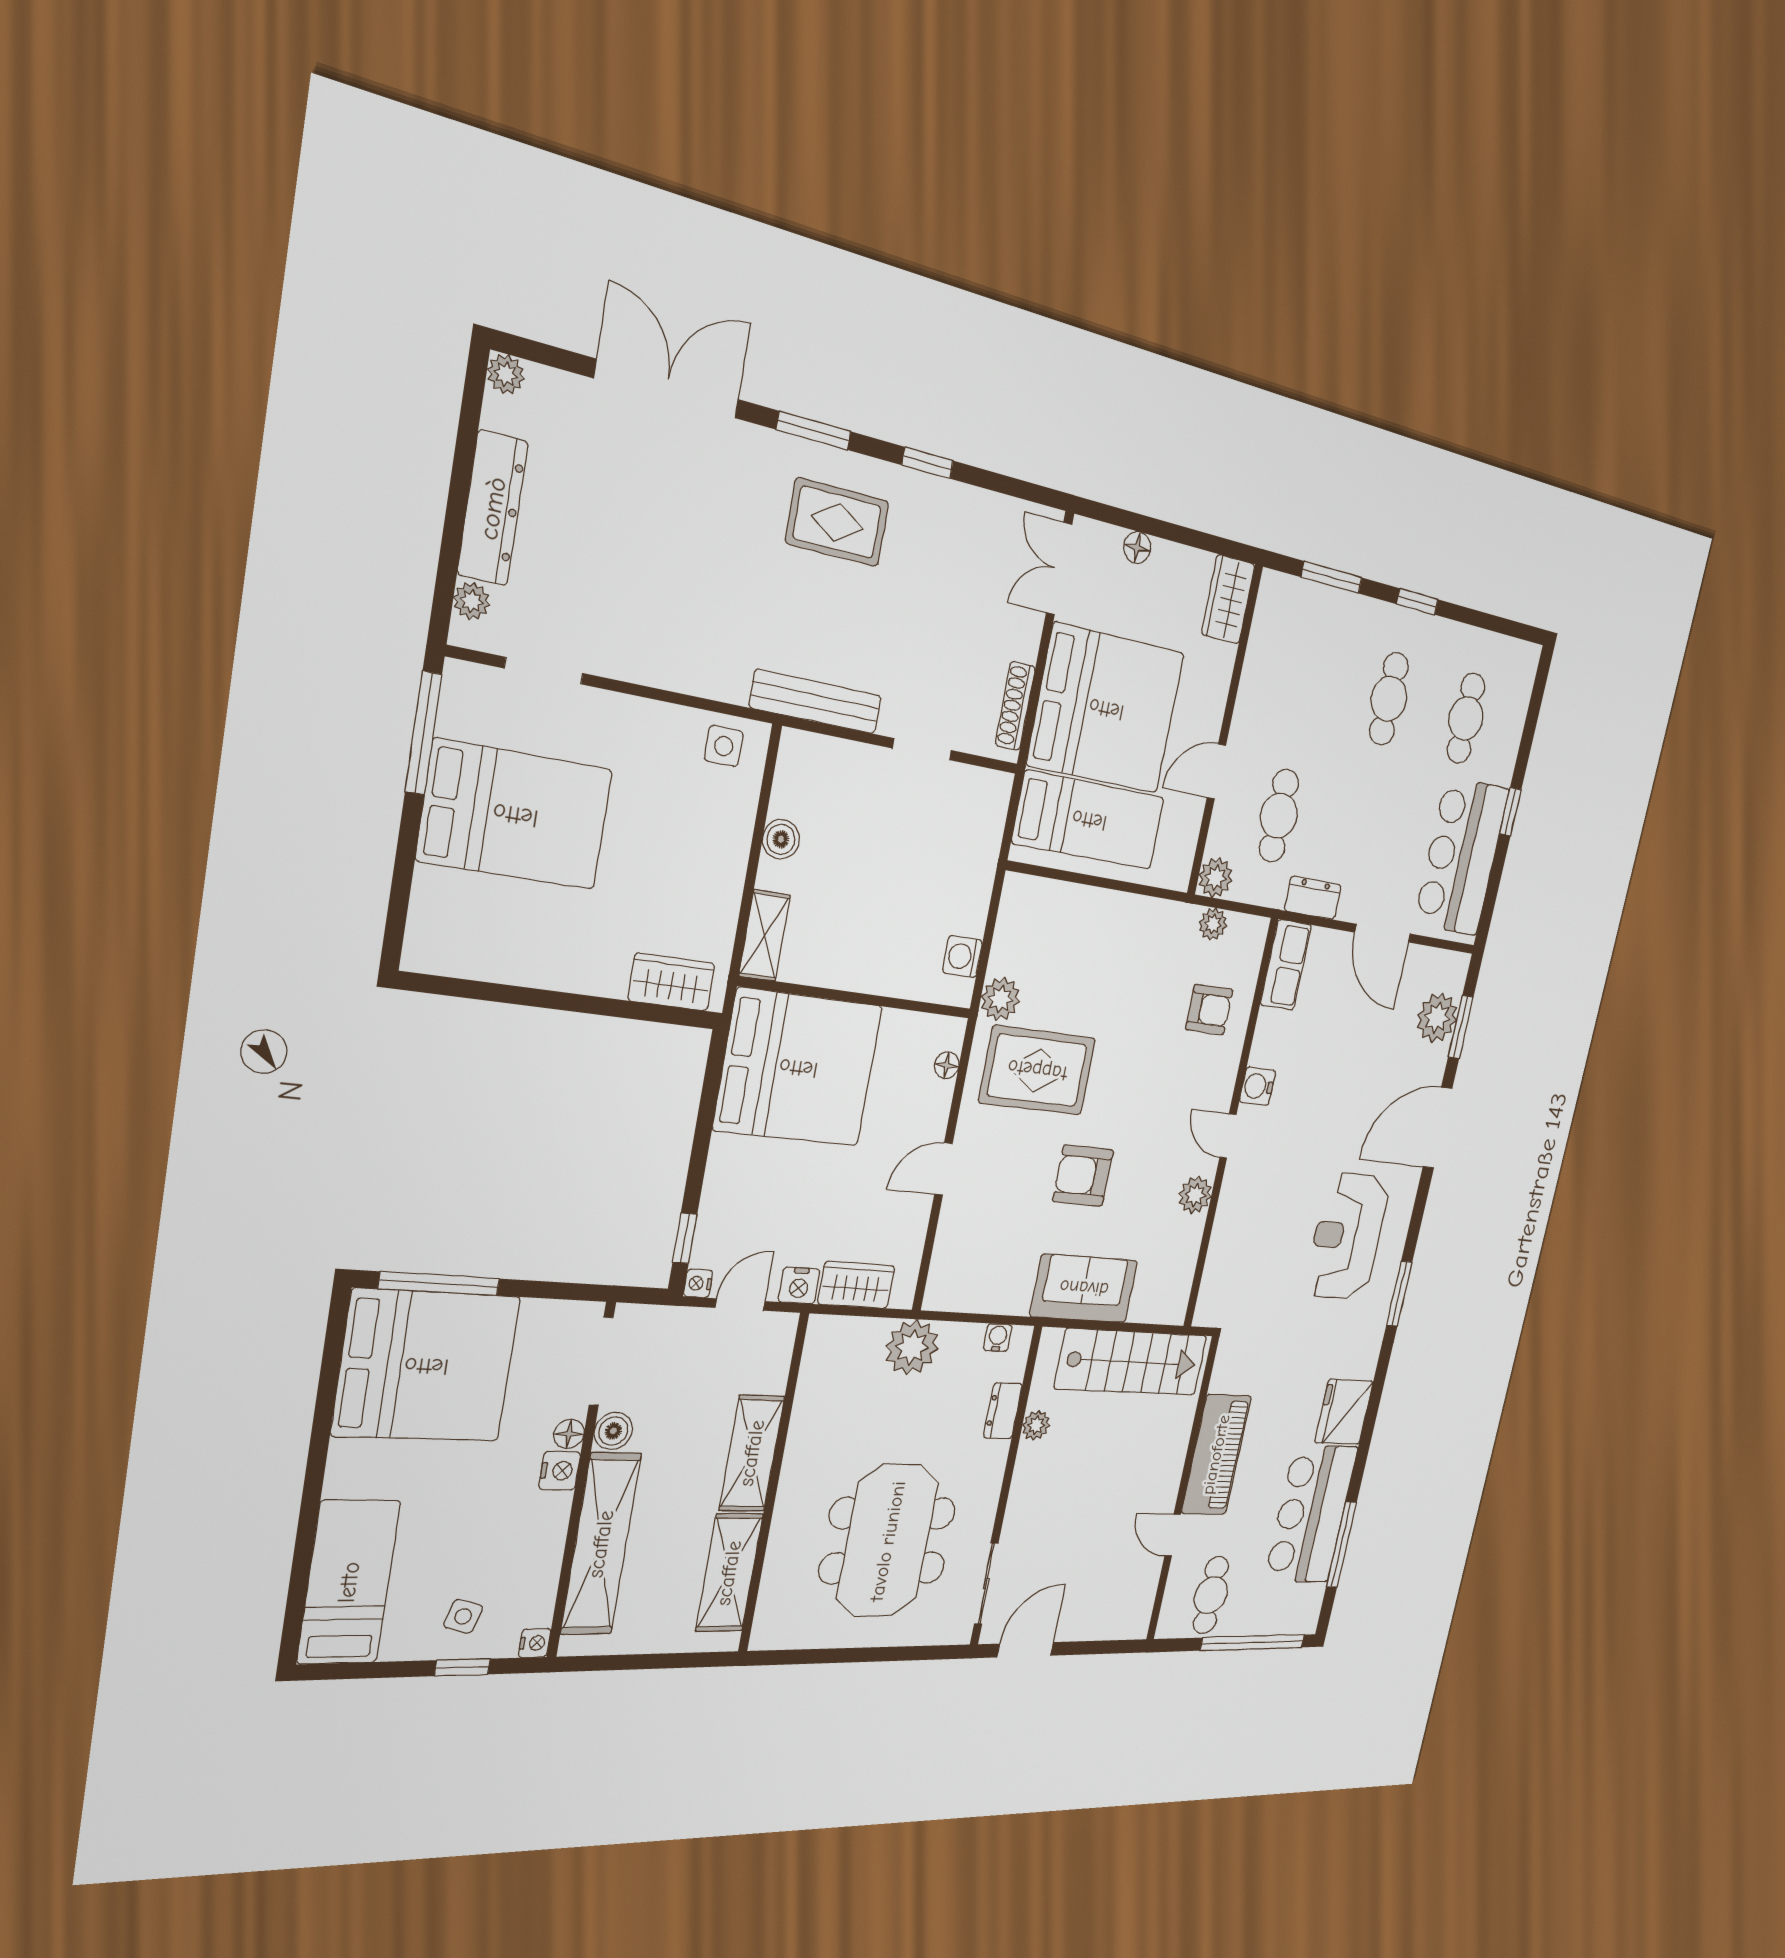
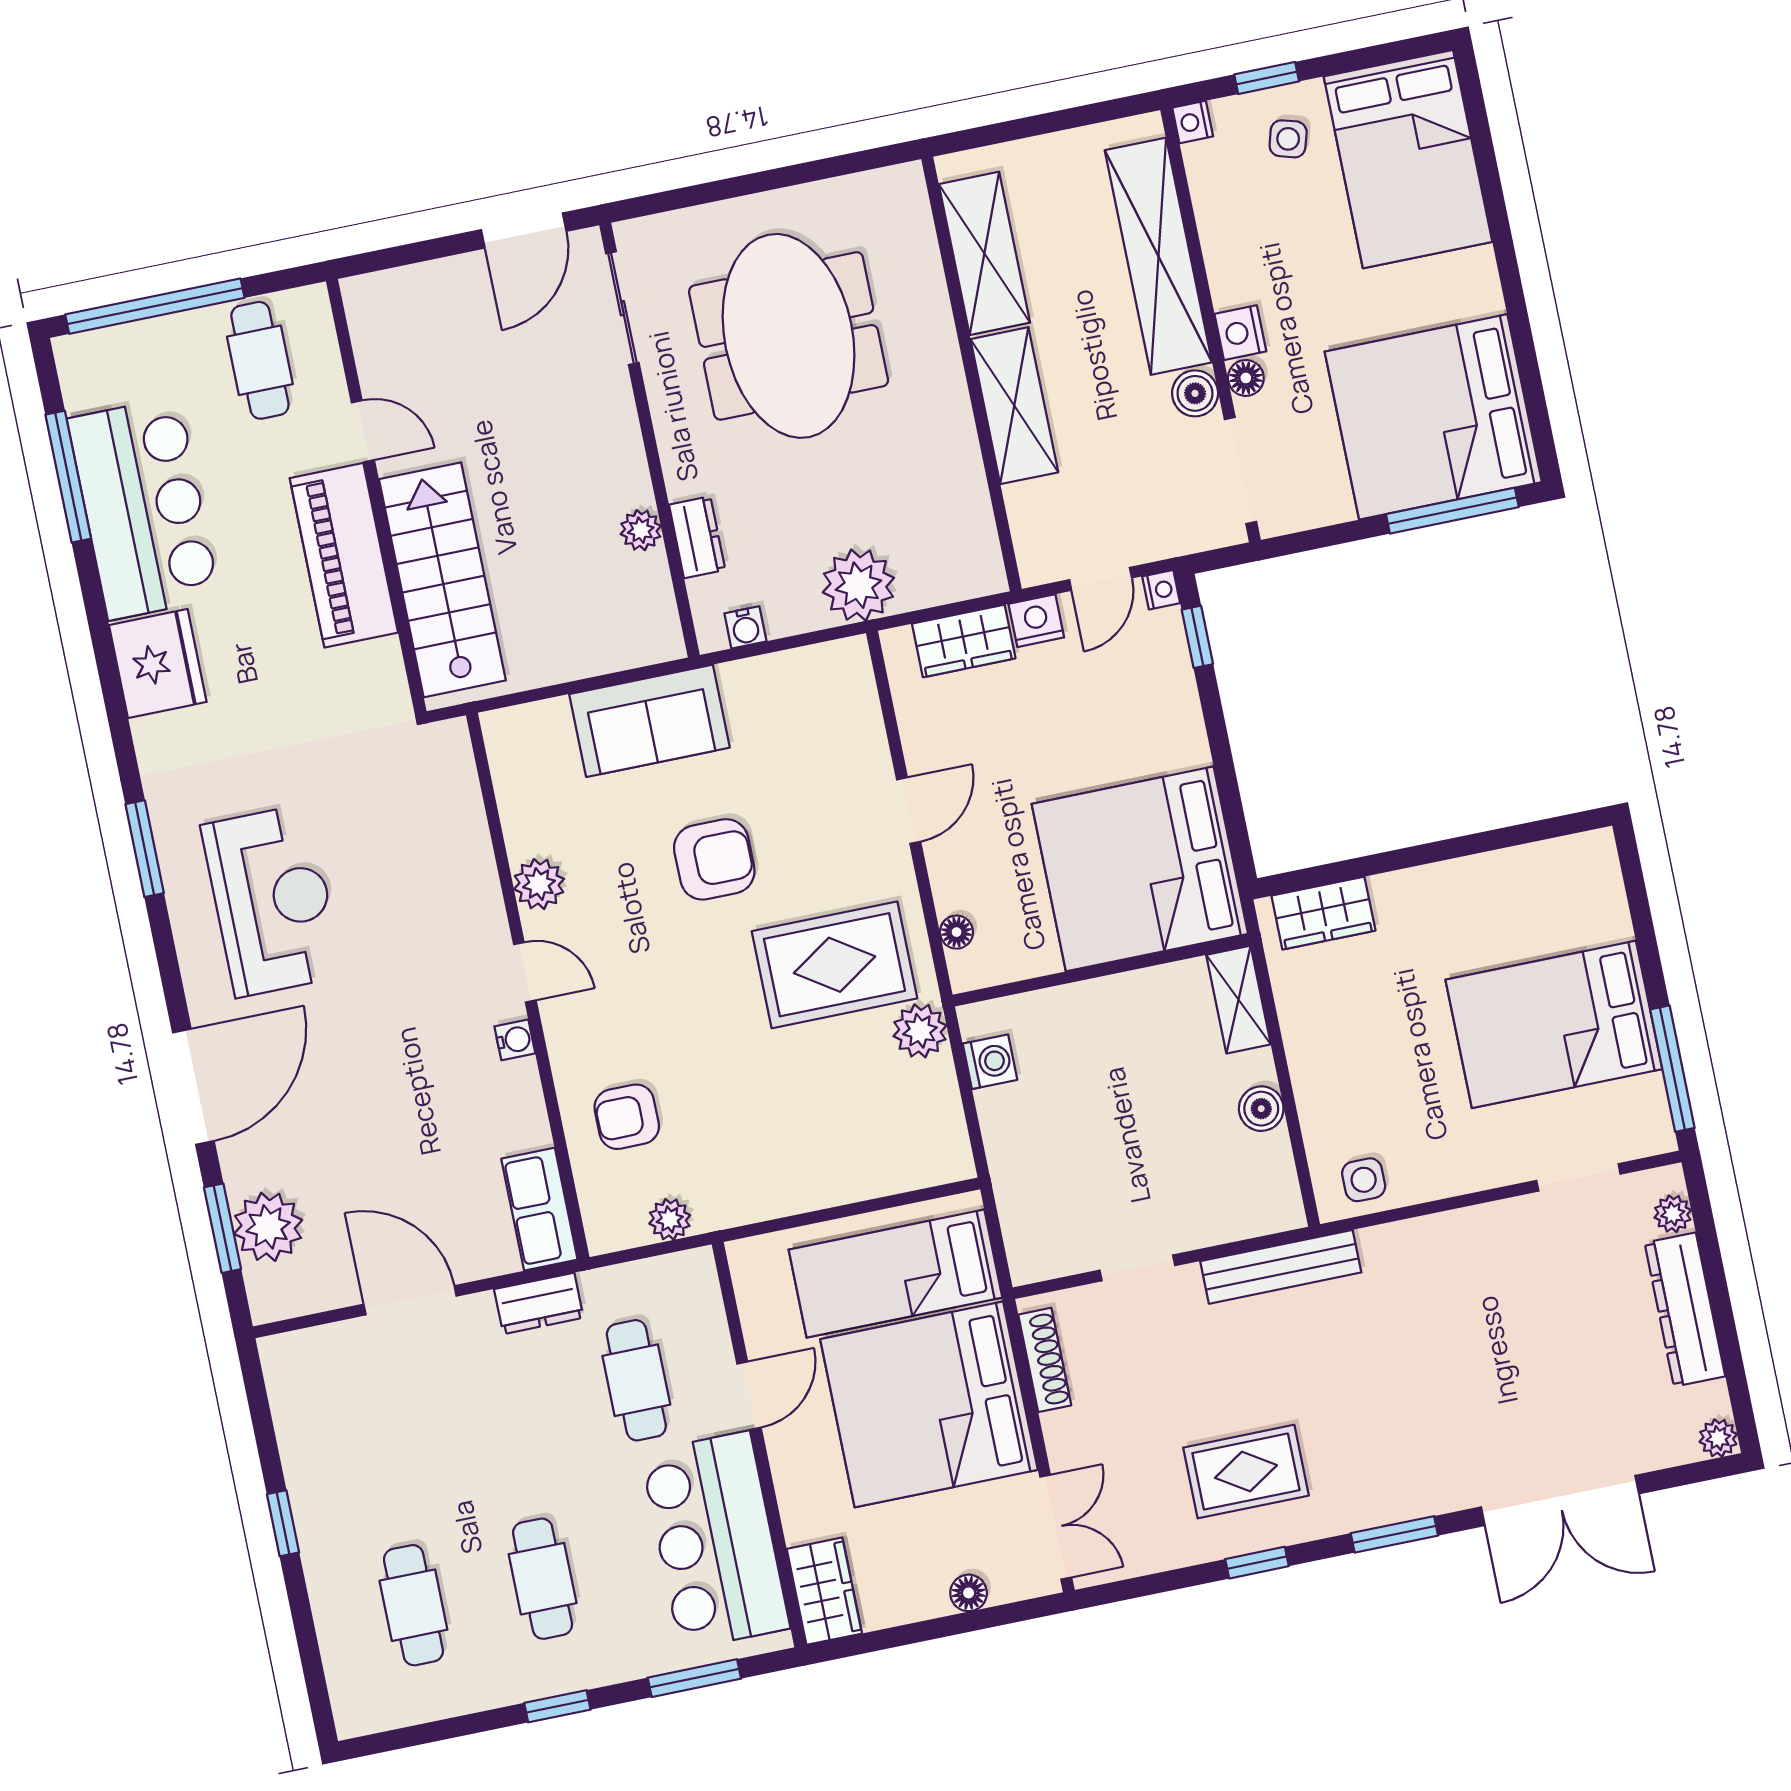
rug: (837, 522) -> (1246, 1472), moved
bar counter: (1462, 856) -> (715, 1541), moved, turned 180
plant: (1216, 878) -> (692, 1275), removed
water cooler: (1258, 1086) -> (515, 1040), width x0.72, depth x0.72
stairs: (1131, 1362) -> (442, 580), moved, turned 90
bed: (349, 1582) -> (1408, 159), width x1.50

